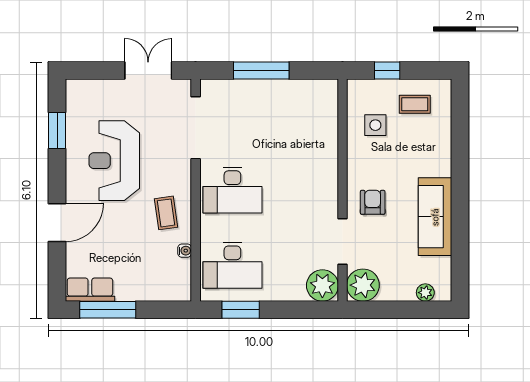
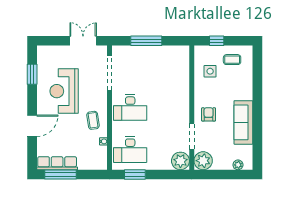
row of seats: (90, 290) -> (57, 163), width x1.48

